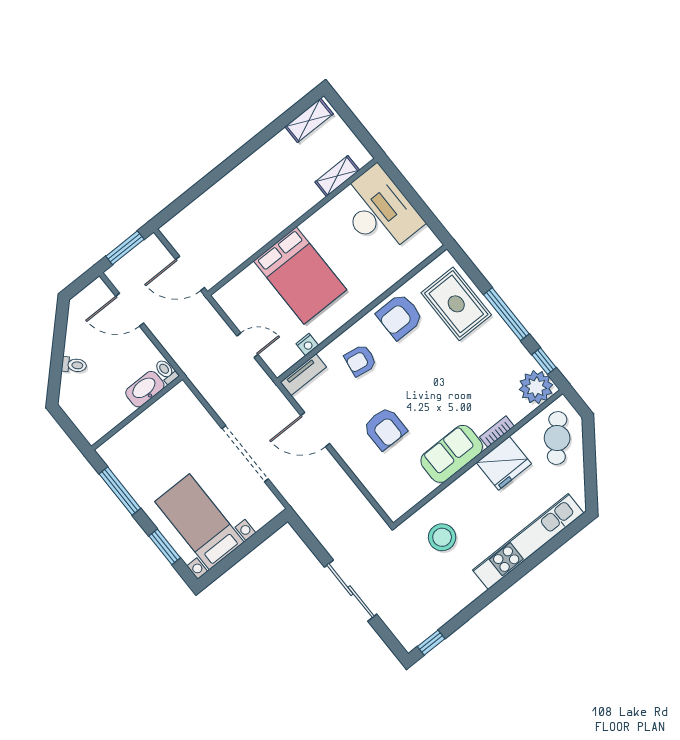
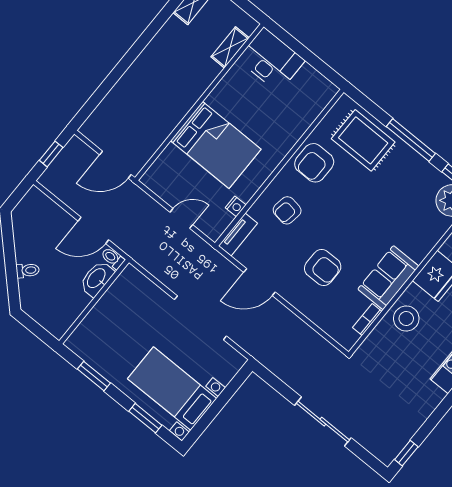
desk: (379, 211) -> (271, 60), width x0.73, depth x0.77
window: (125, 248) -> (51, 154), width x0.67
door: (130, 310) -> (93, 230), moved
bookcase: (497, 432) -> (367, 320), moved
window: (120, 491) -> (94, 376), width x0.69
stool: (442, 537) -> (406, 318), moved

